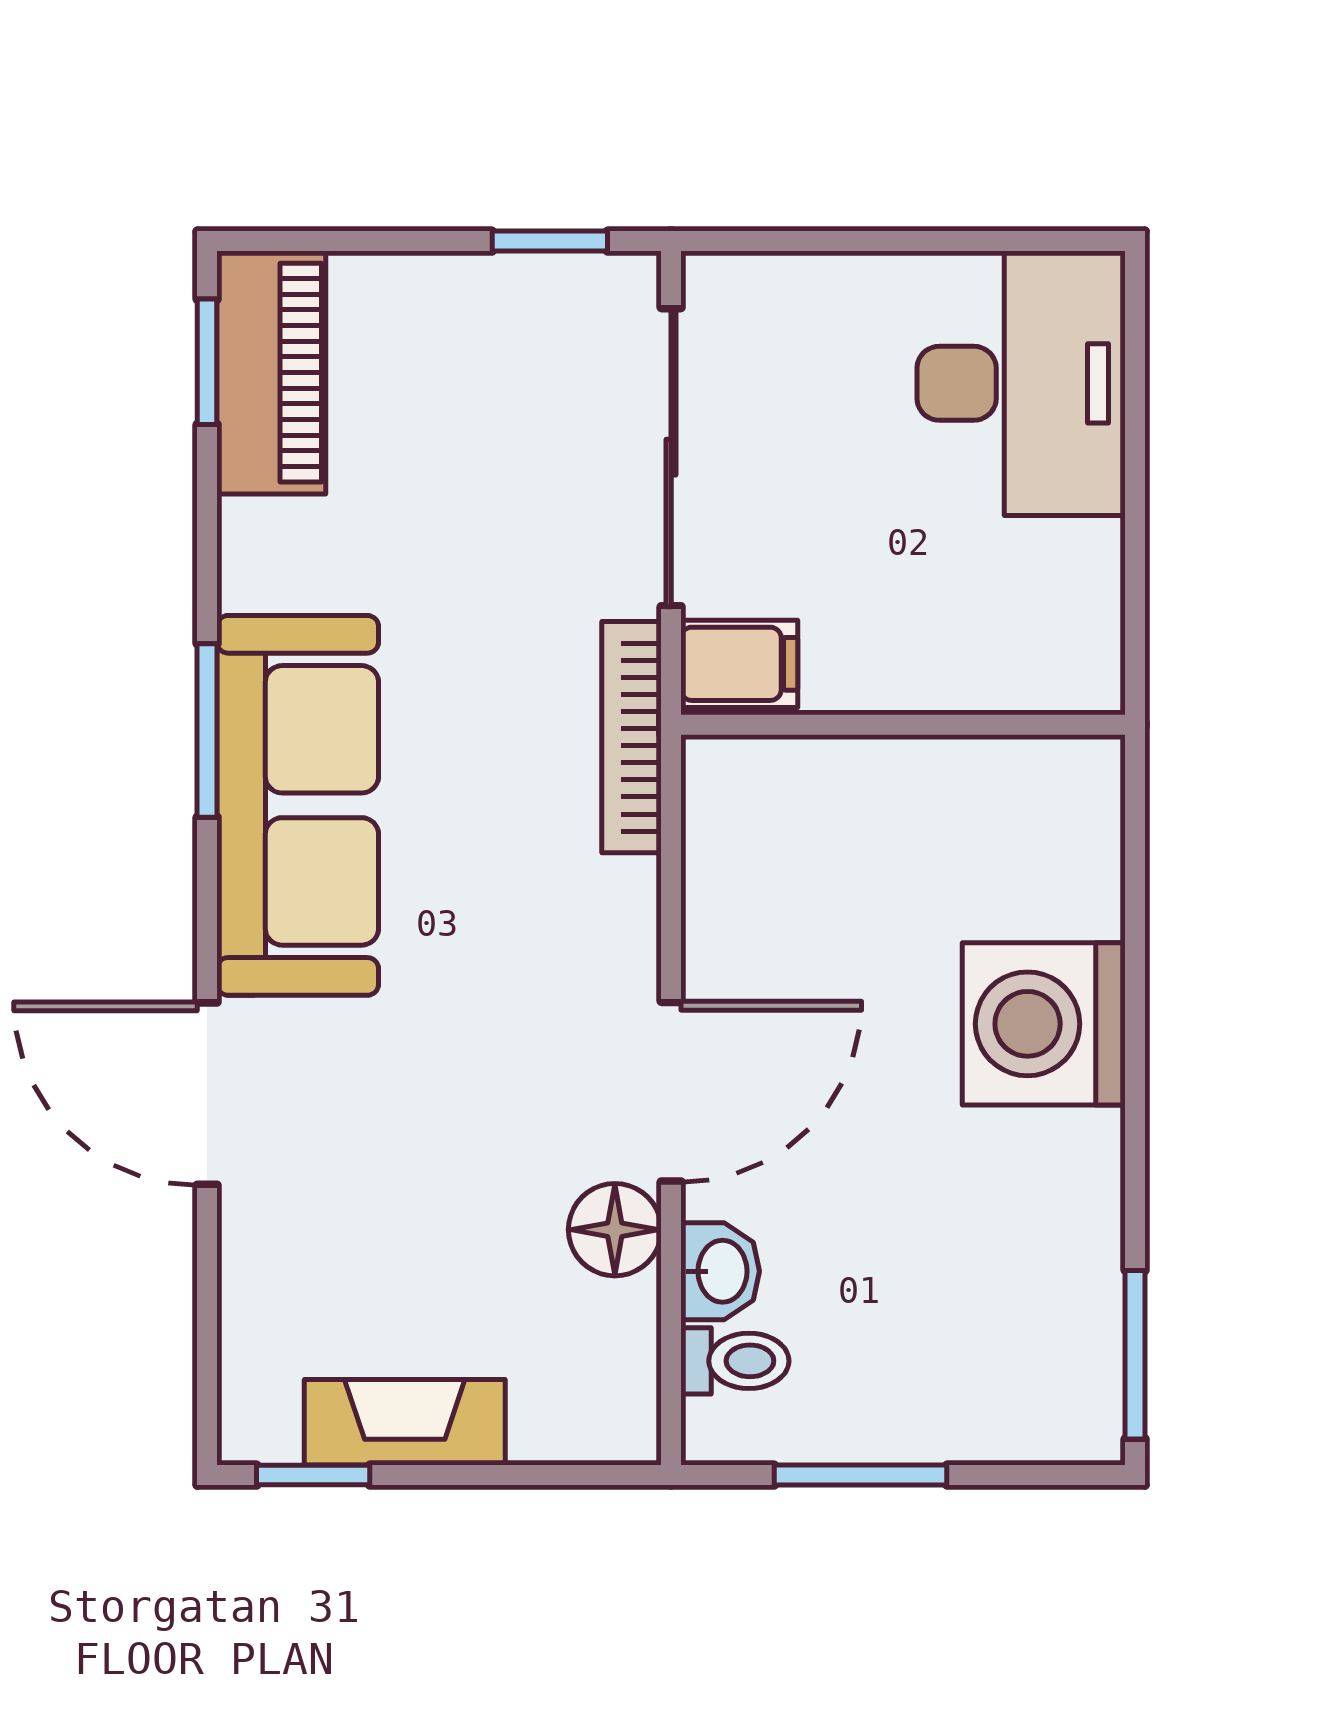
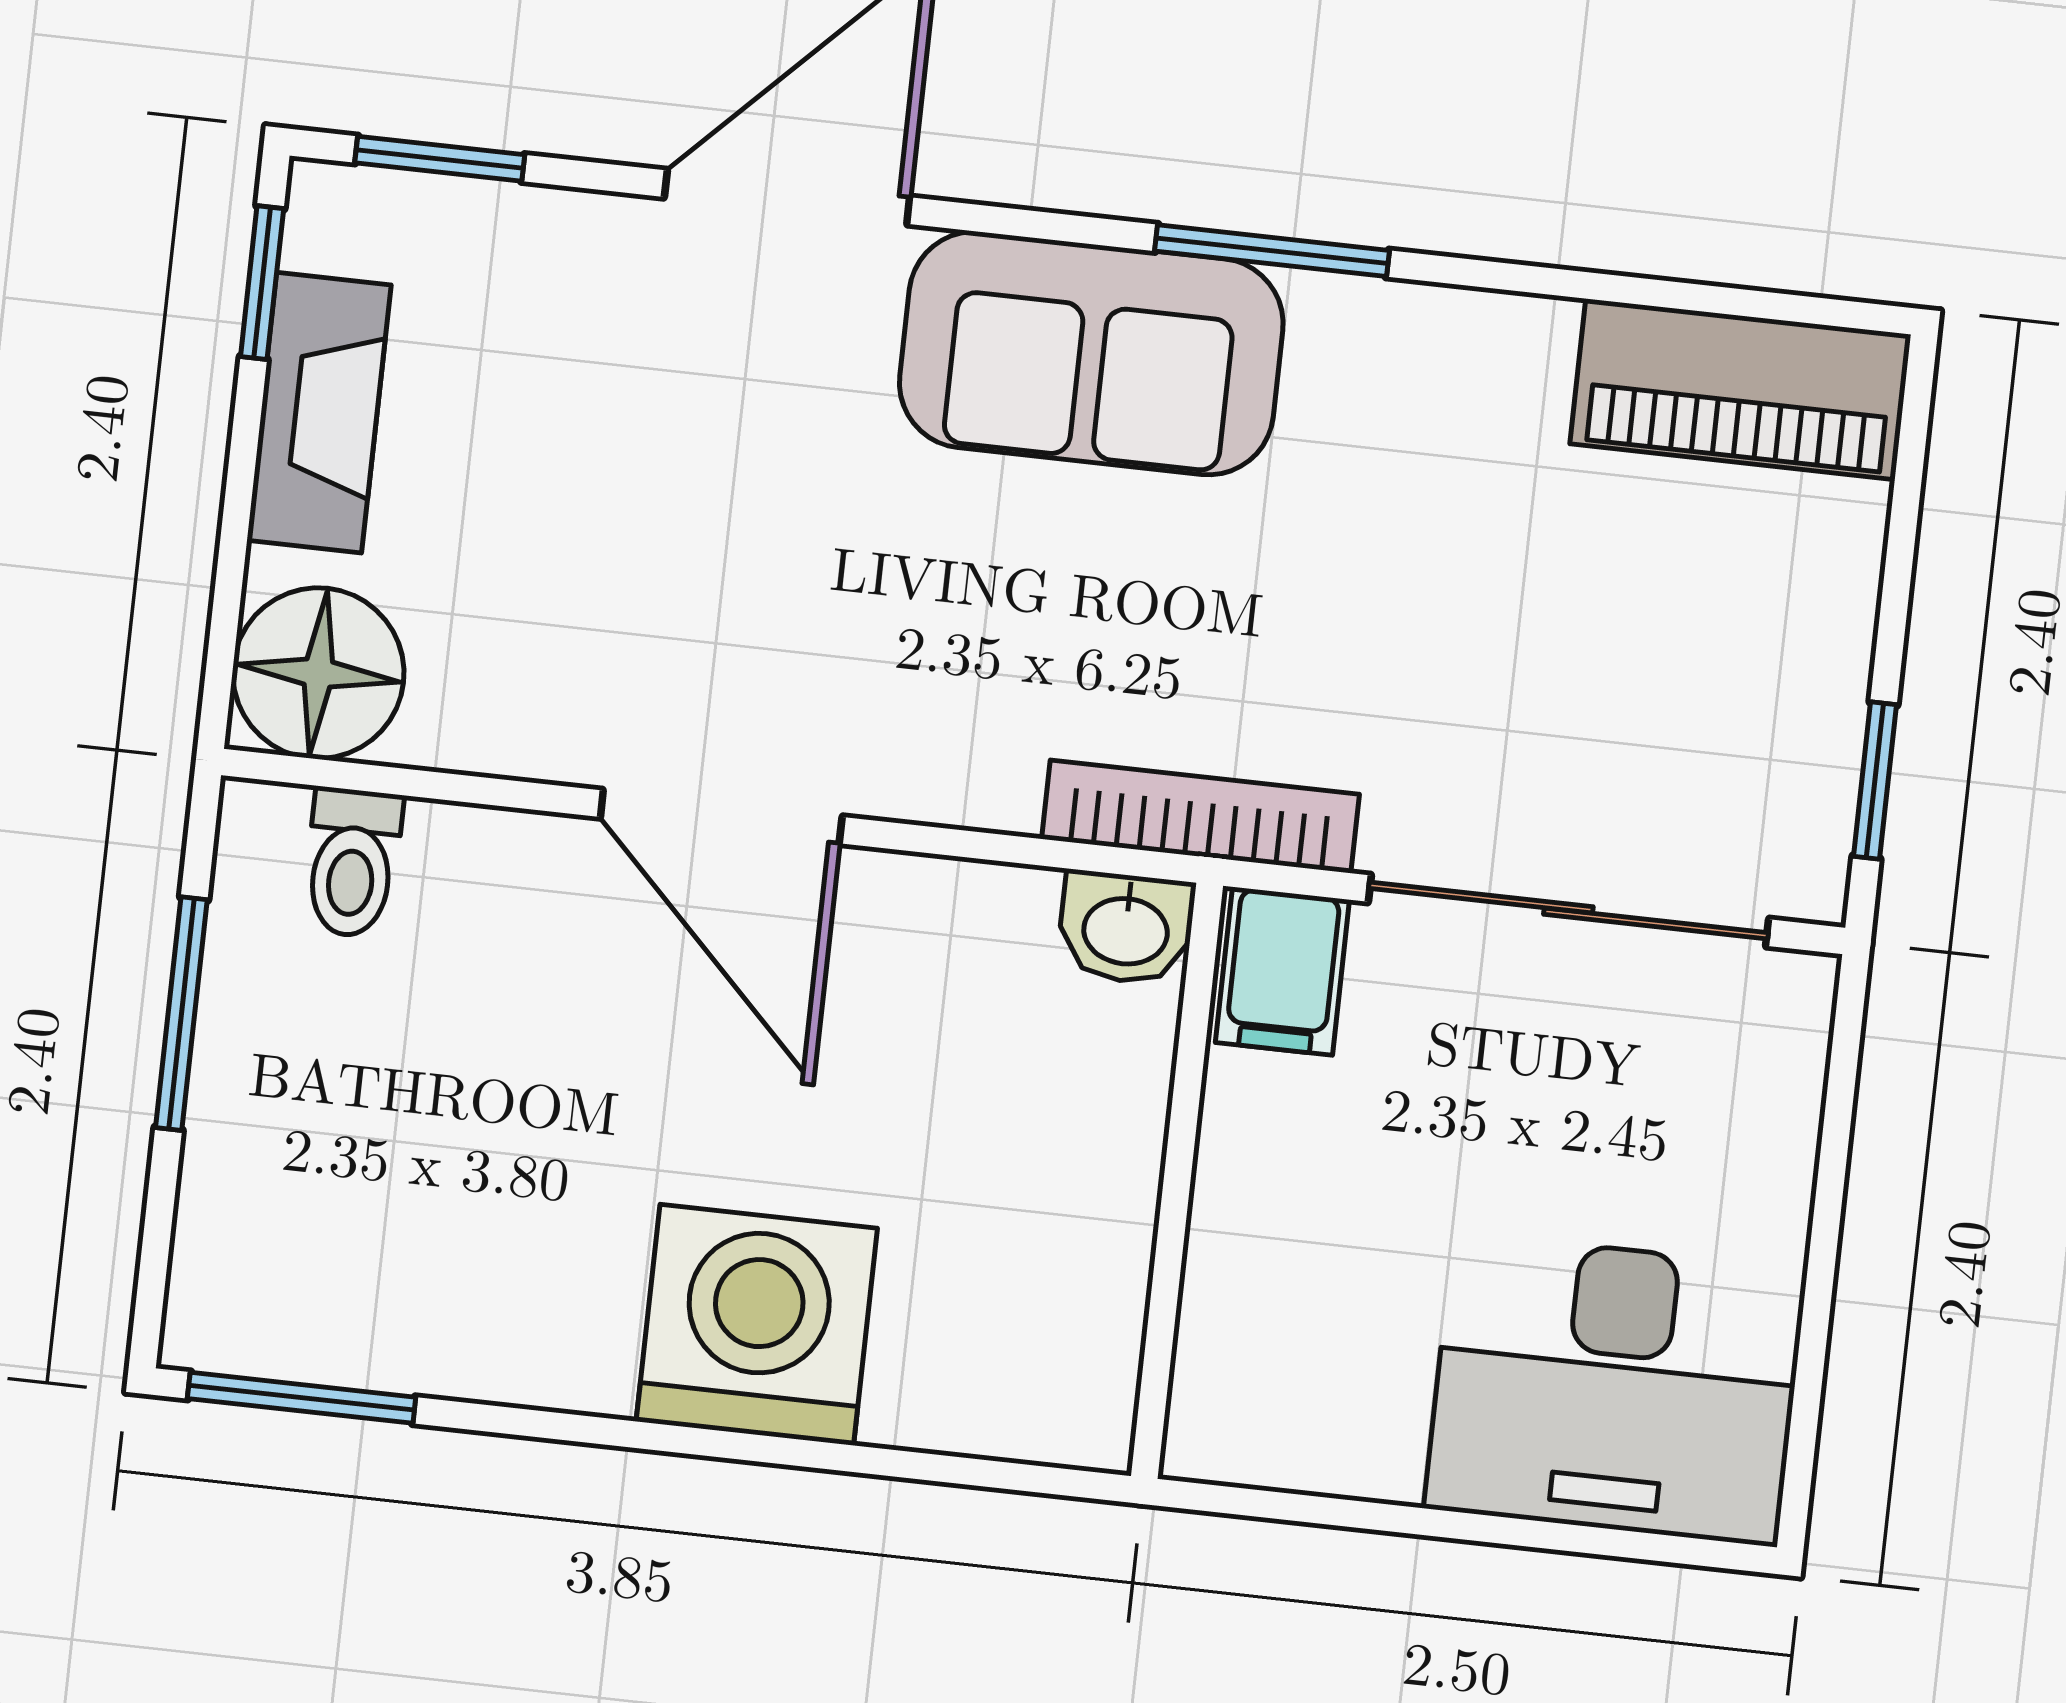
window: (207, 362) -> (440, 159), moved
sofa: (298, 805) -> (1091, 353), width x0.73
floor lamp: (615, 1230) -> (318, 673), moved, width x1.38, depth x1.38
washbasin: (720, 1271) -> (1126, 928), moved

